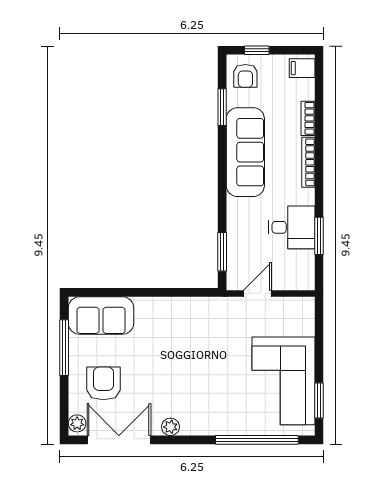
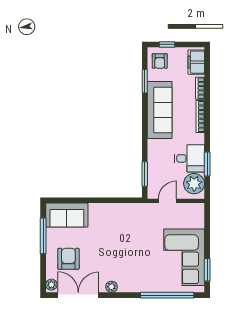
filing cabinet: (302, 68) -> (196, 62), width x2.00
plant: (299, 267) -> (194, 184), added

